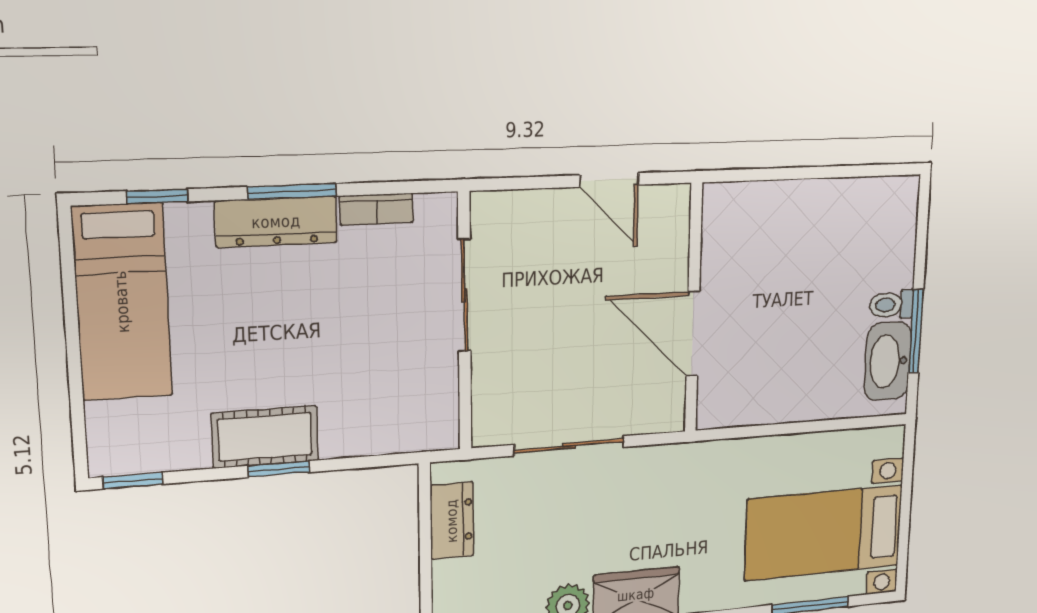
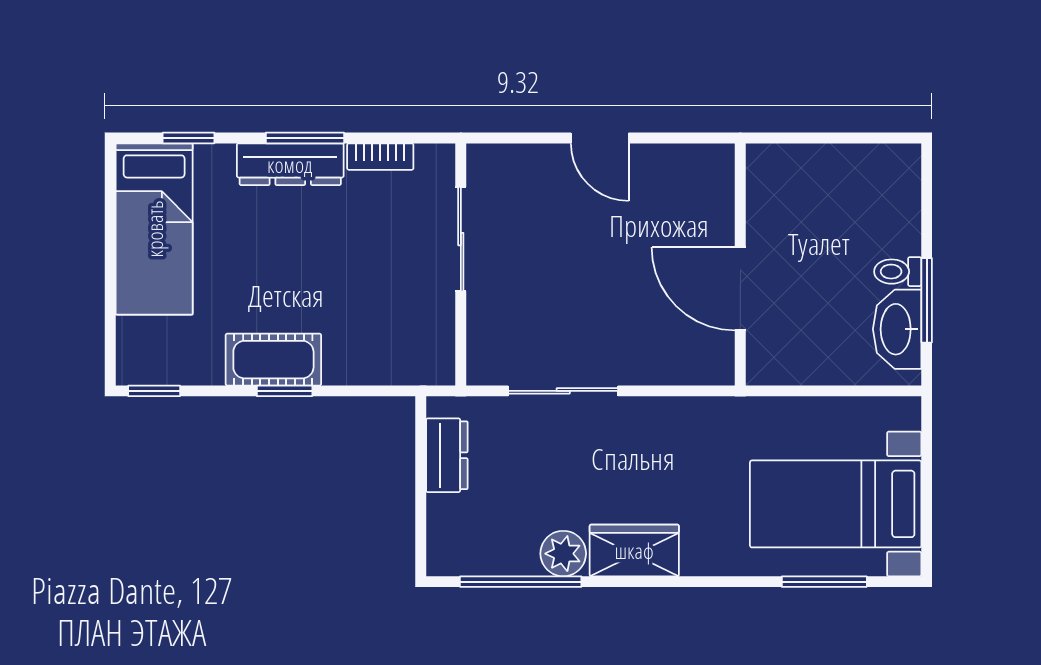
wall: (693, 309) -> (740, 264), moved
door: (693, 334) -> (740, 289), moved

